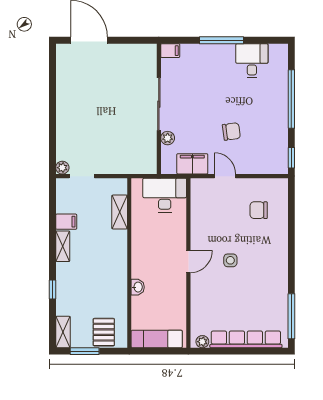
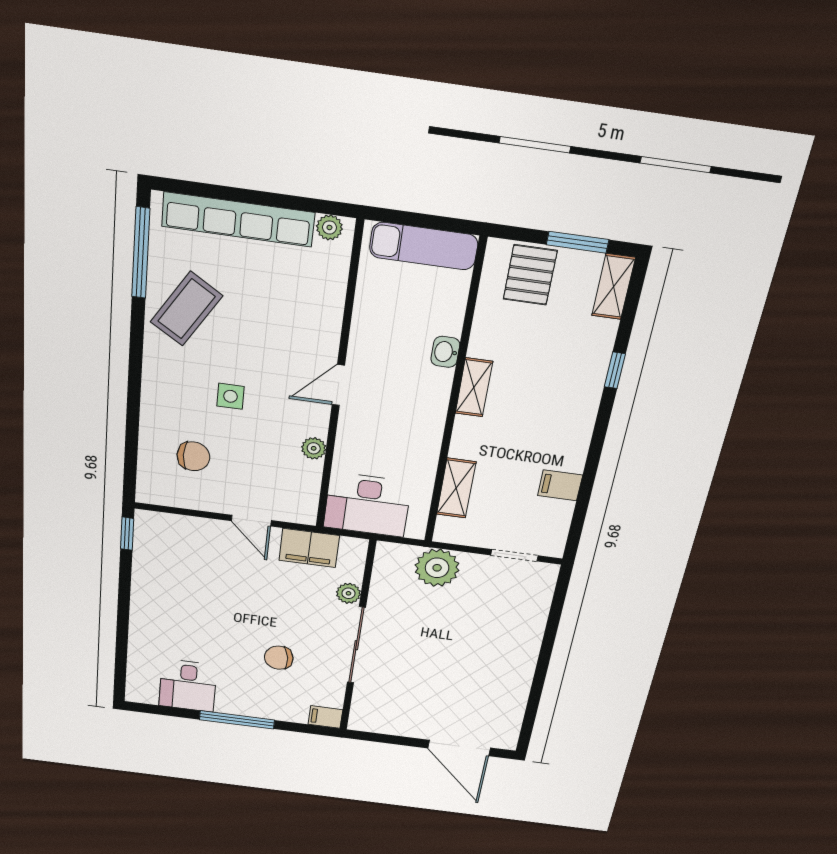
window: (291, 99) -> (123, 623), removed
chair: (231, 131) -> (279, 658), moved
plant: (62, 168) -> (437, 568), moved, width x1.87, depth x1.87
plant: (197, 224) -> (314, 448), added
shelving: (63, 246) -> (474, 387), moved
side table: (230, 260) -> (230, 396), moved
coffee table: (267, 291) -> (186, 309), added

